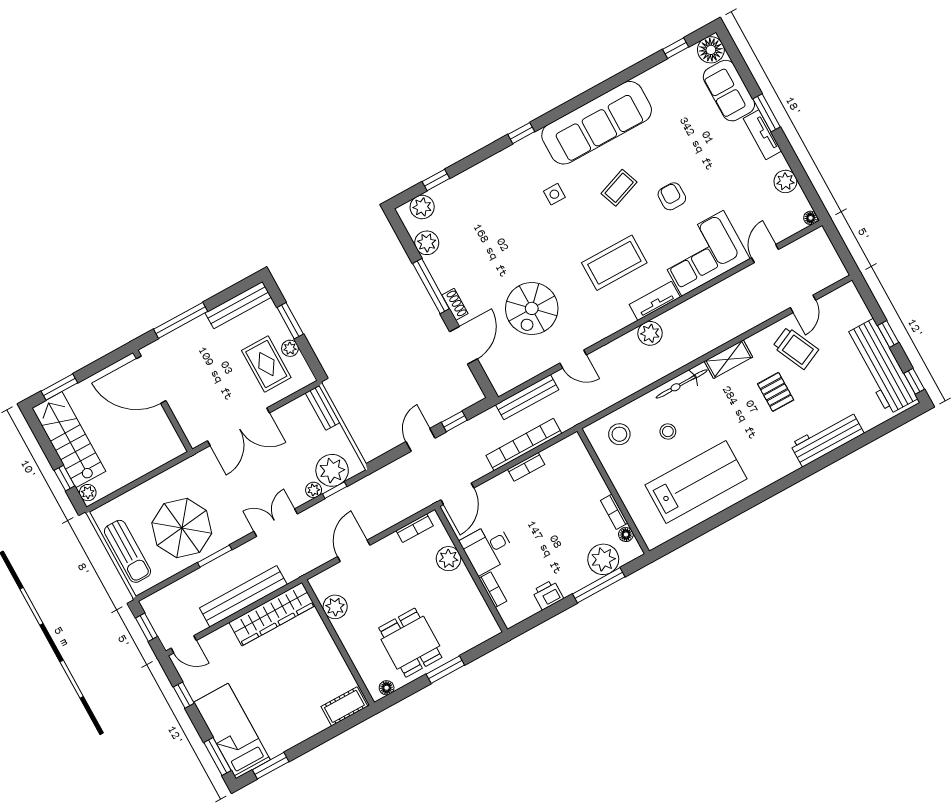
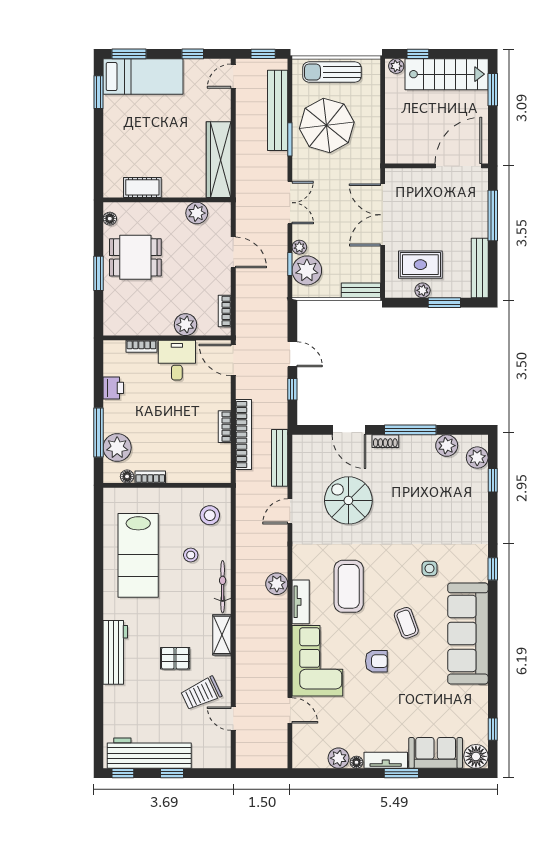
floor lamp: (811, 218) -> (356, 762), moved
workbench: (827, 439) -> (115, 652), moved
bench: (243, 596) -> (278, 110), moved
cot: (344, 706) -> (142, 187), moved, turned 90

